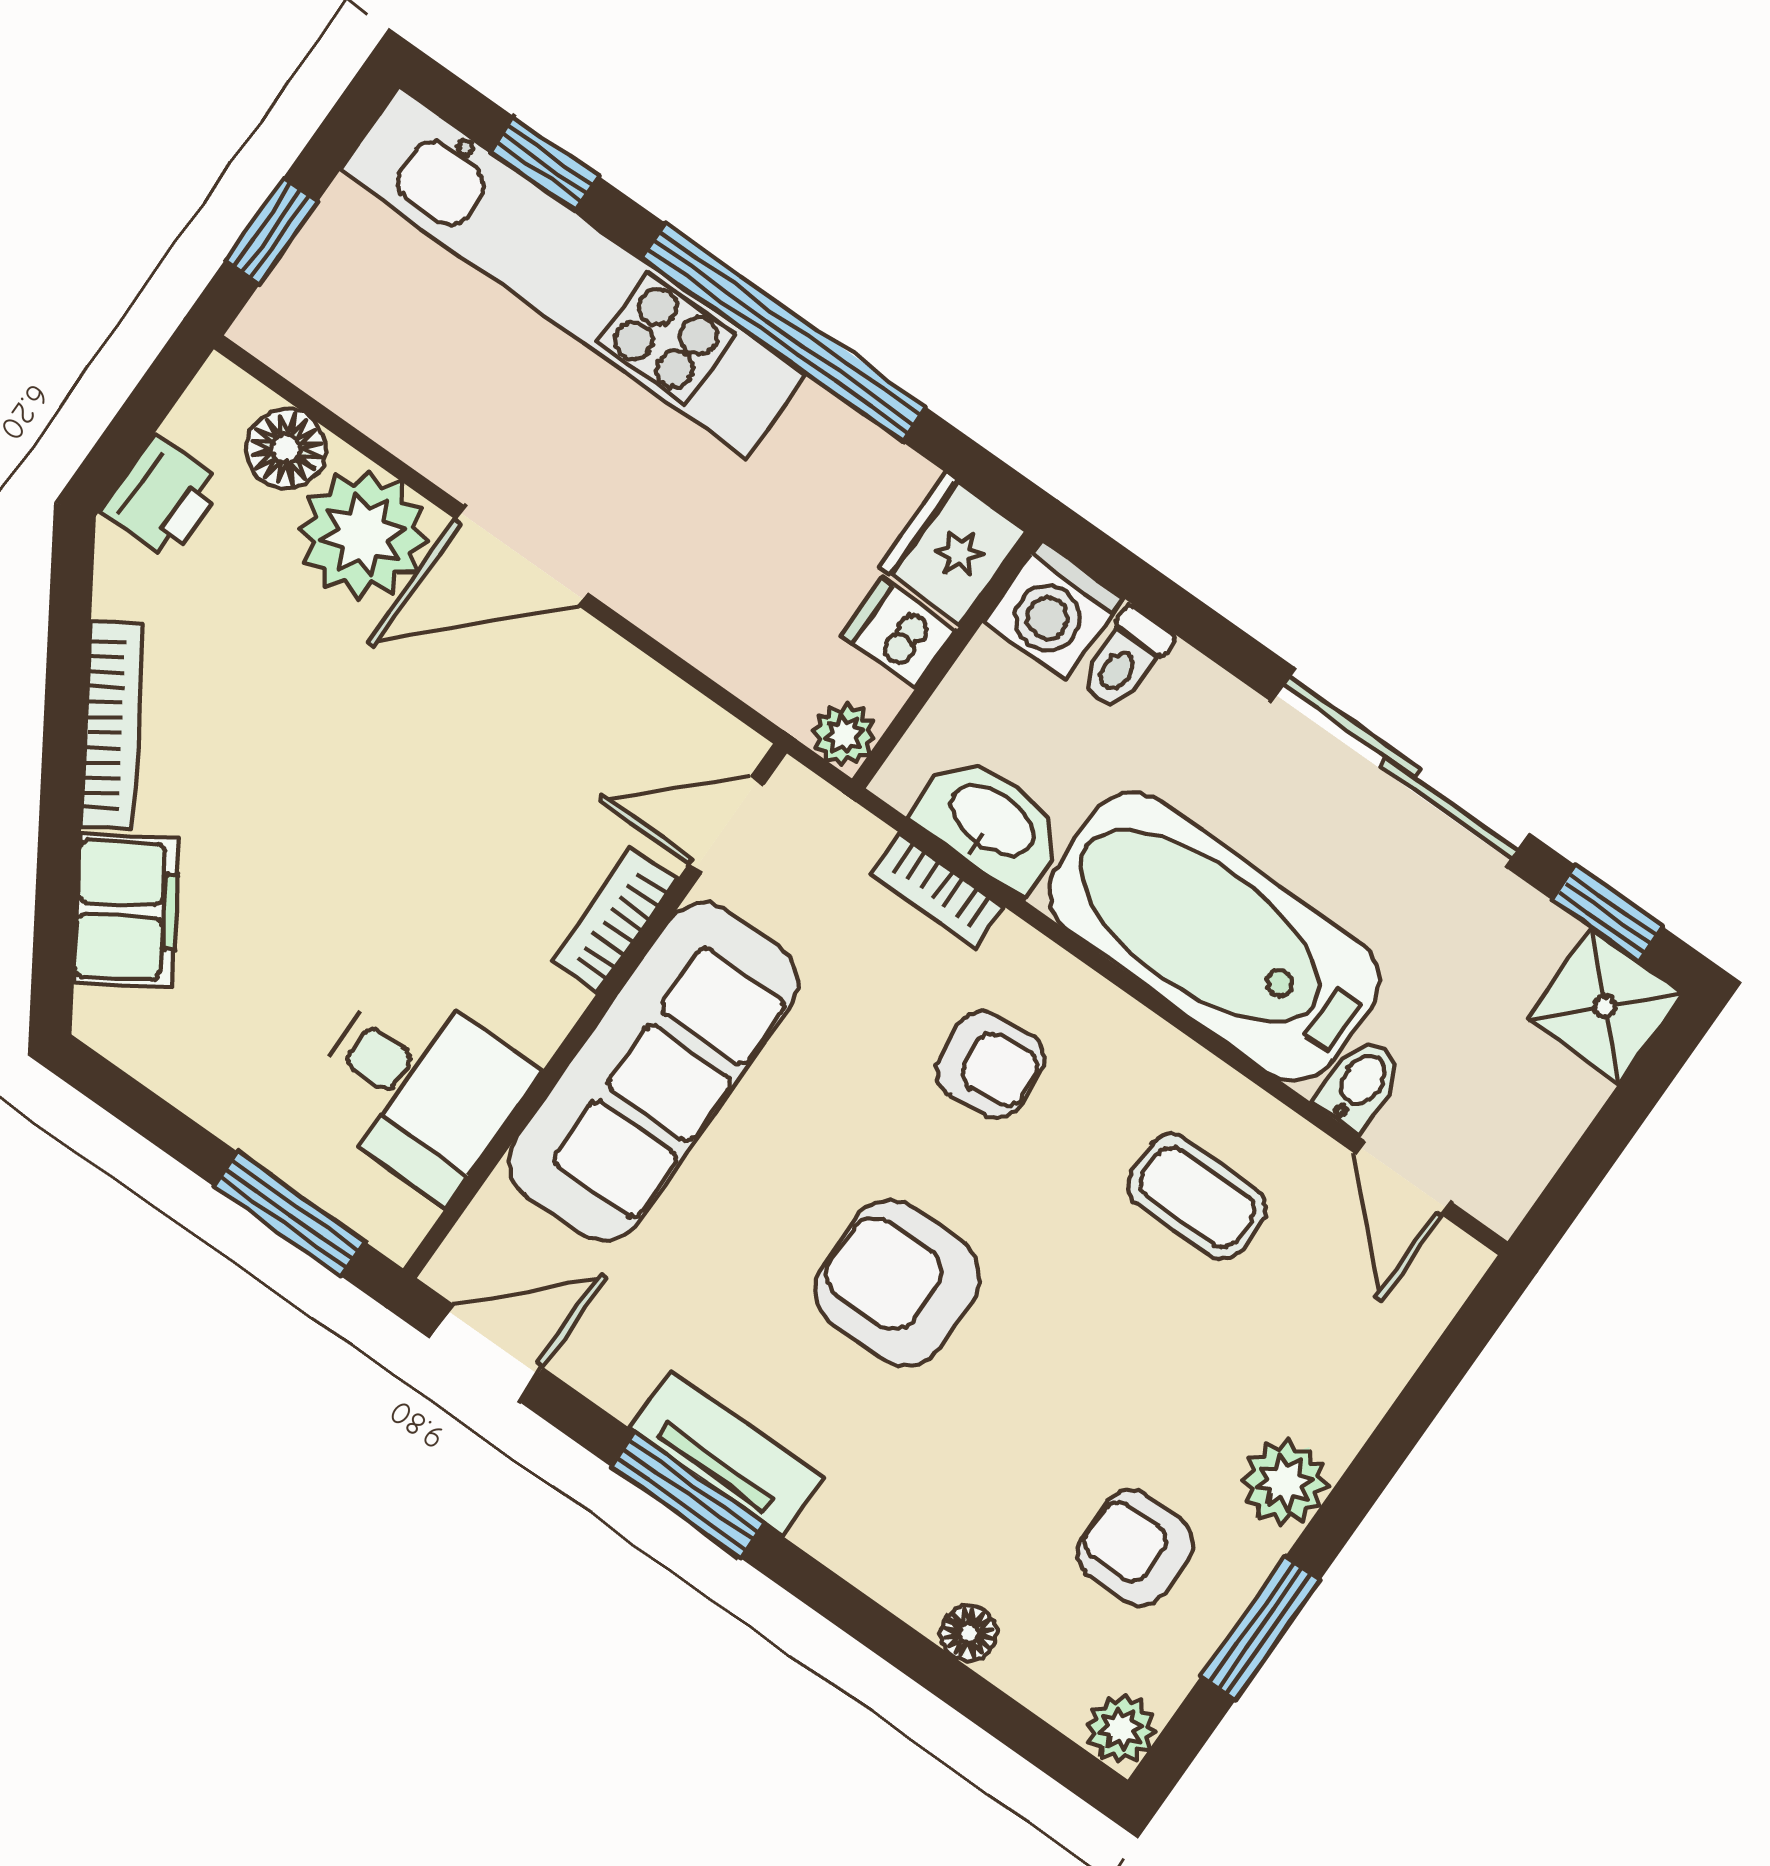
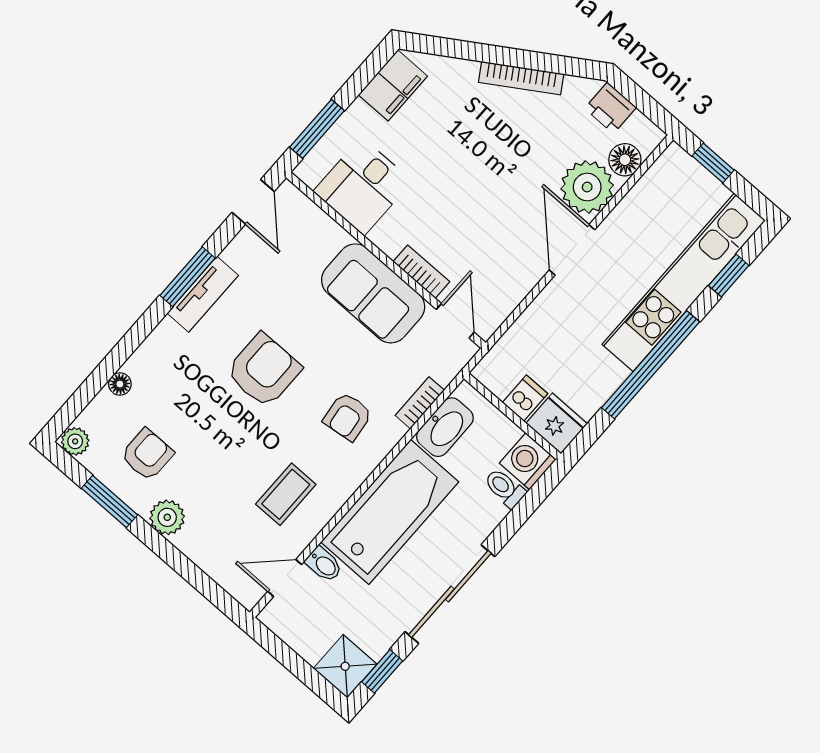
plant: (844, 735) -> (486, 372), removed
filing cabinet: (127, 910) -> (393, 85), moved, turned -58
sofa: (653, 1072) -> (373, 293), width x0.73

